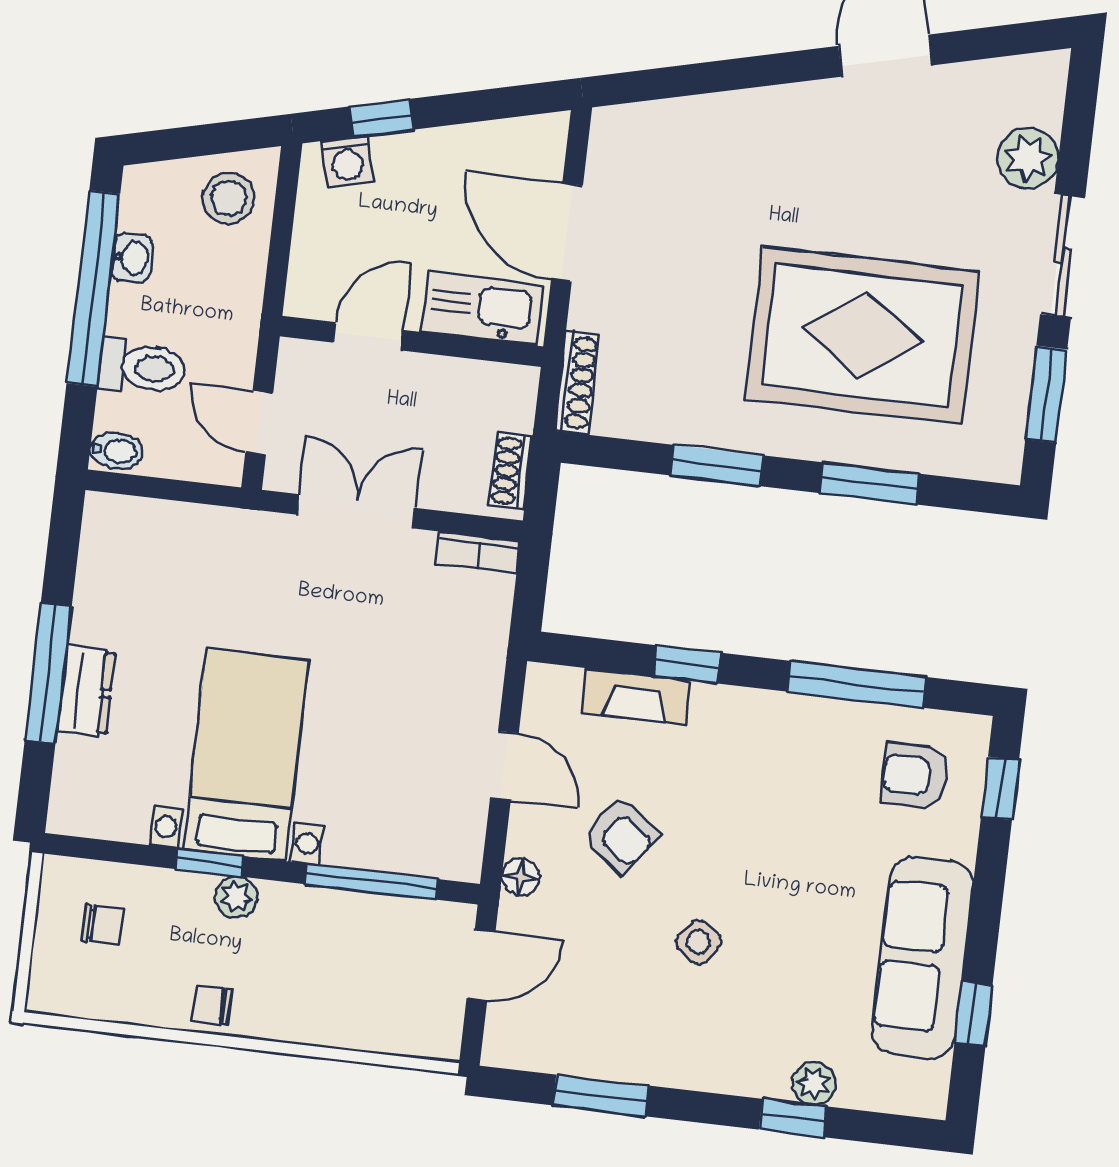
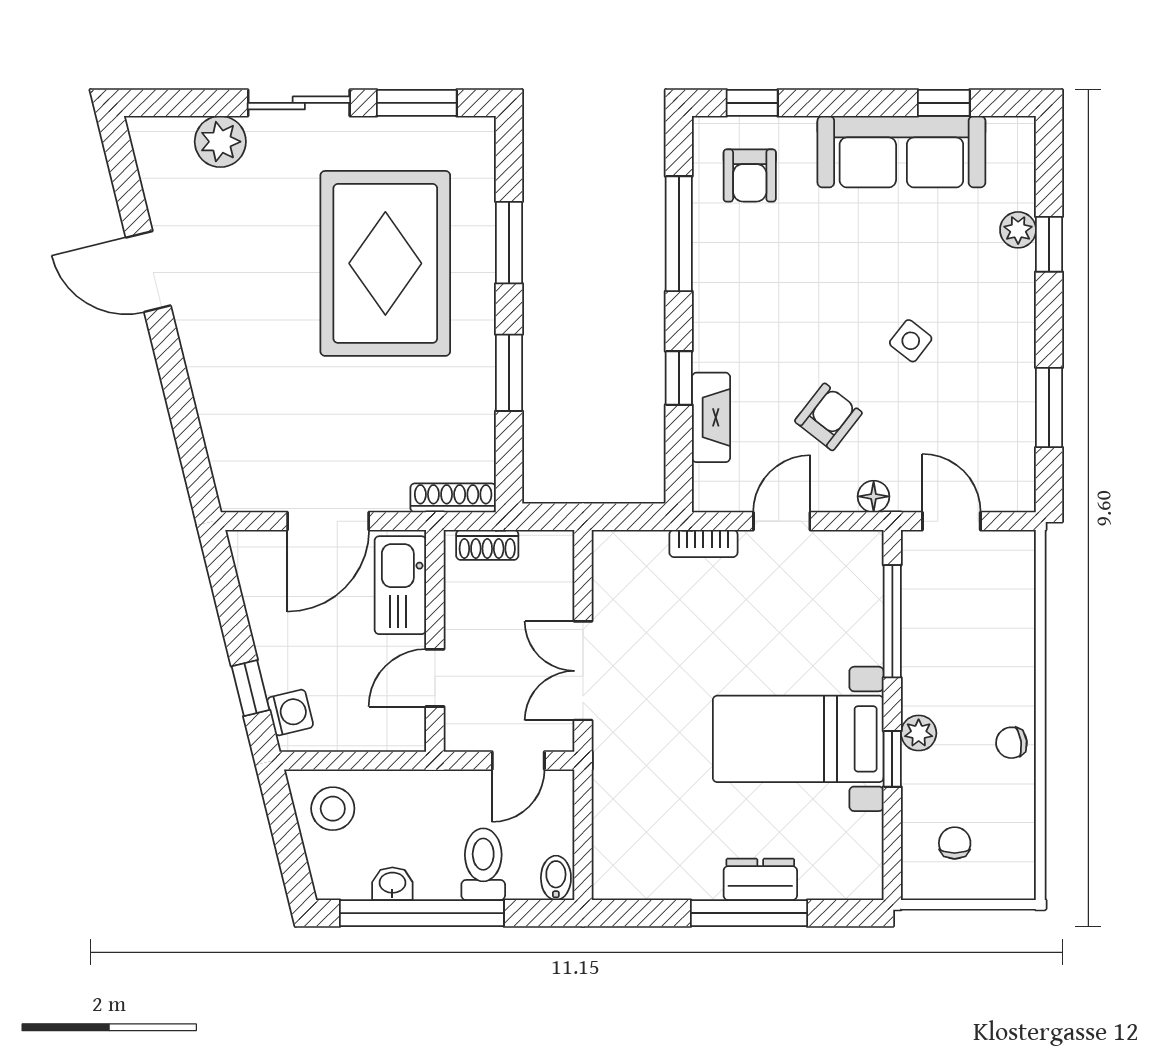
door: (368, 336) -> (435, 678), hinge flipped
shoe rack: (511, 471) -> (487, 545), moved
bookcase: (478, 552) -> (703, 543), moved, turned 90
chair: (212, 1005) -> (1011, 743), turned 82

